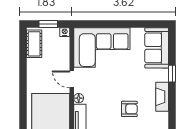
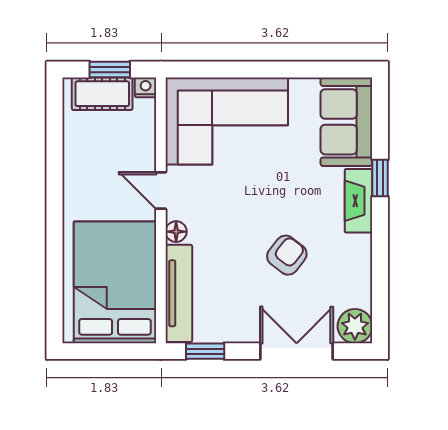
cot: (34, 44) -> (102, 94), moved, turned 90
fireplace: (162, 97) -> (358, 201), moved
armchair: (129, 109) -> (287, 255), turned -52

